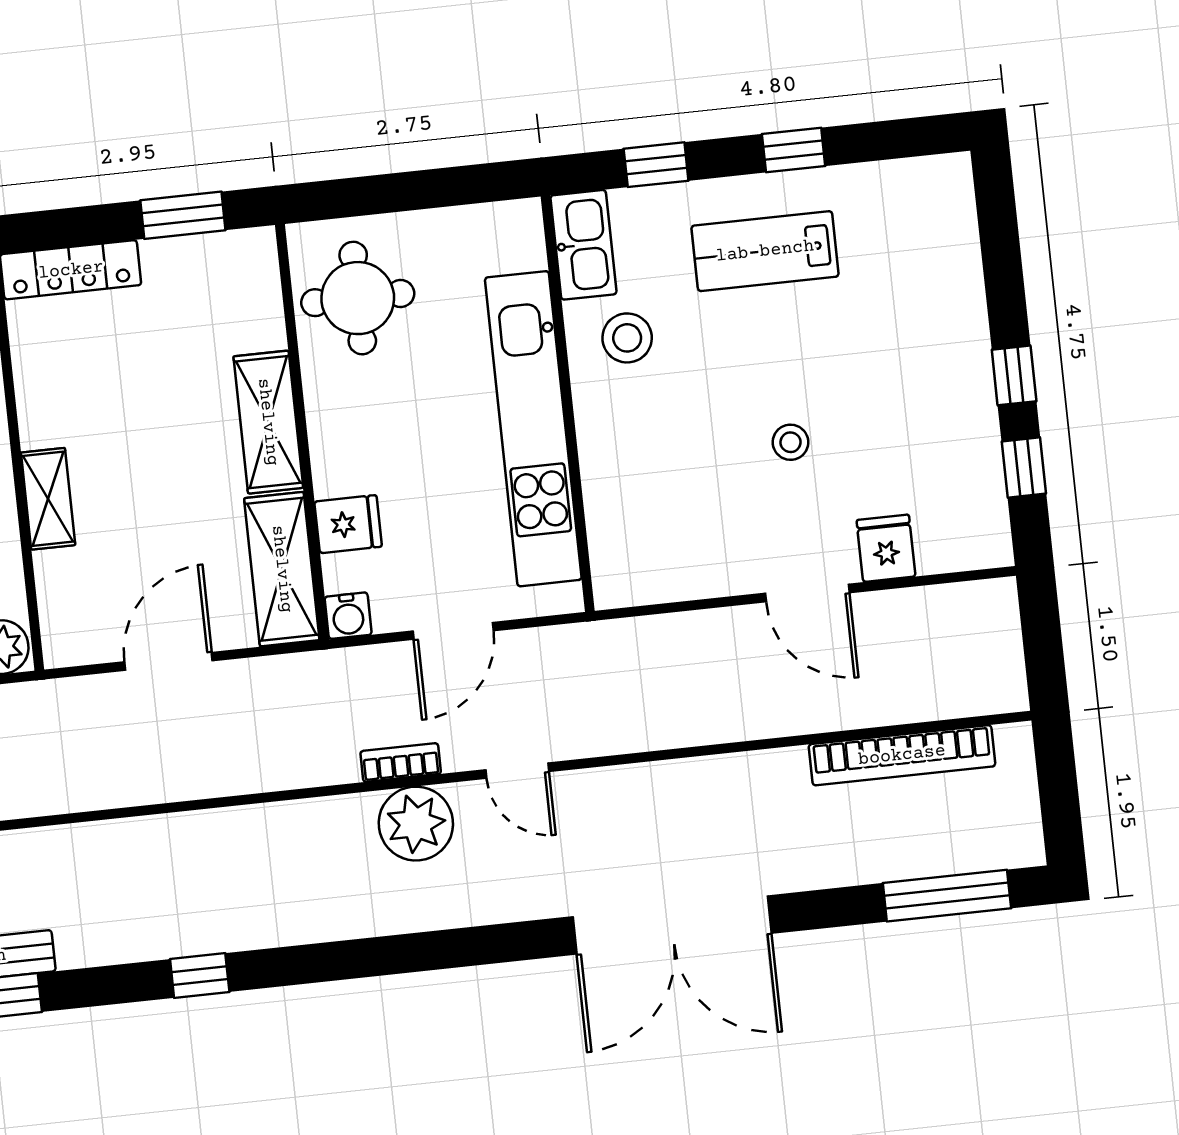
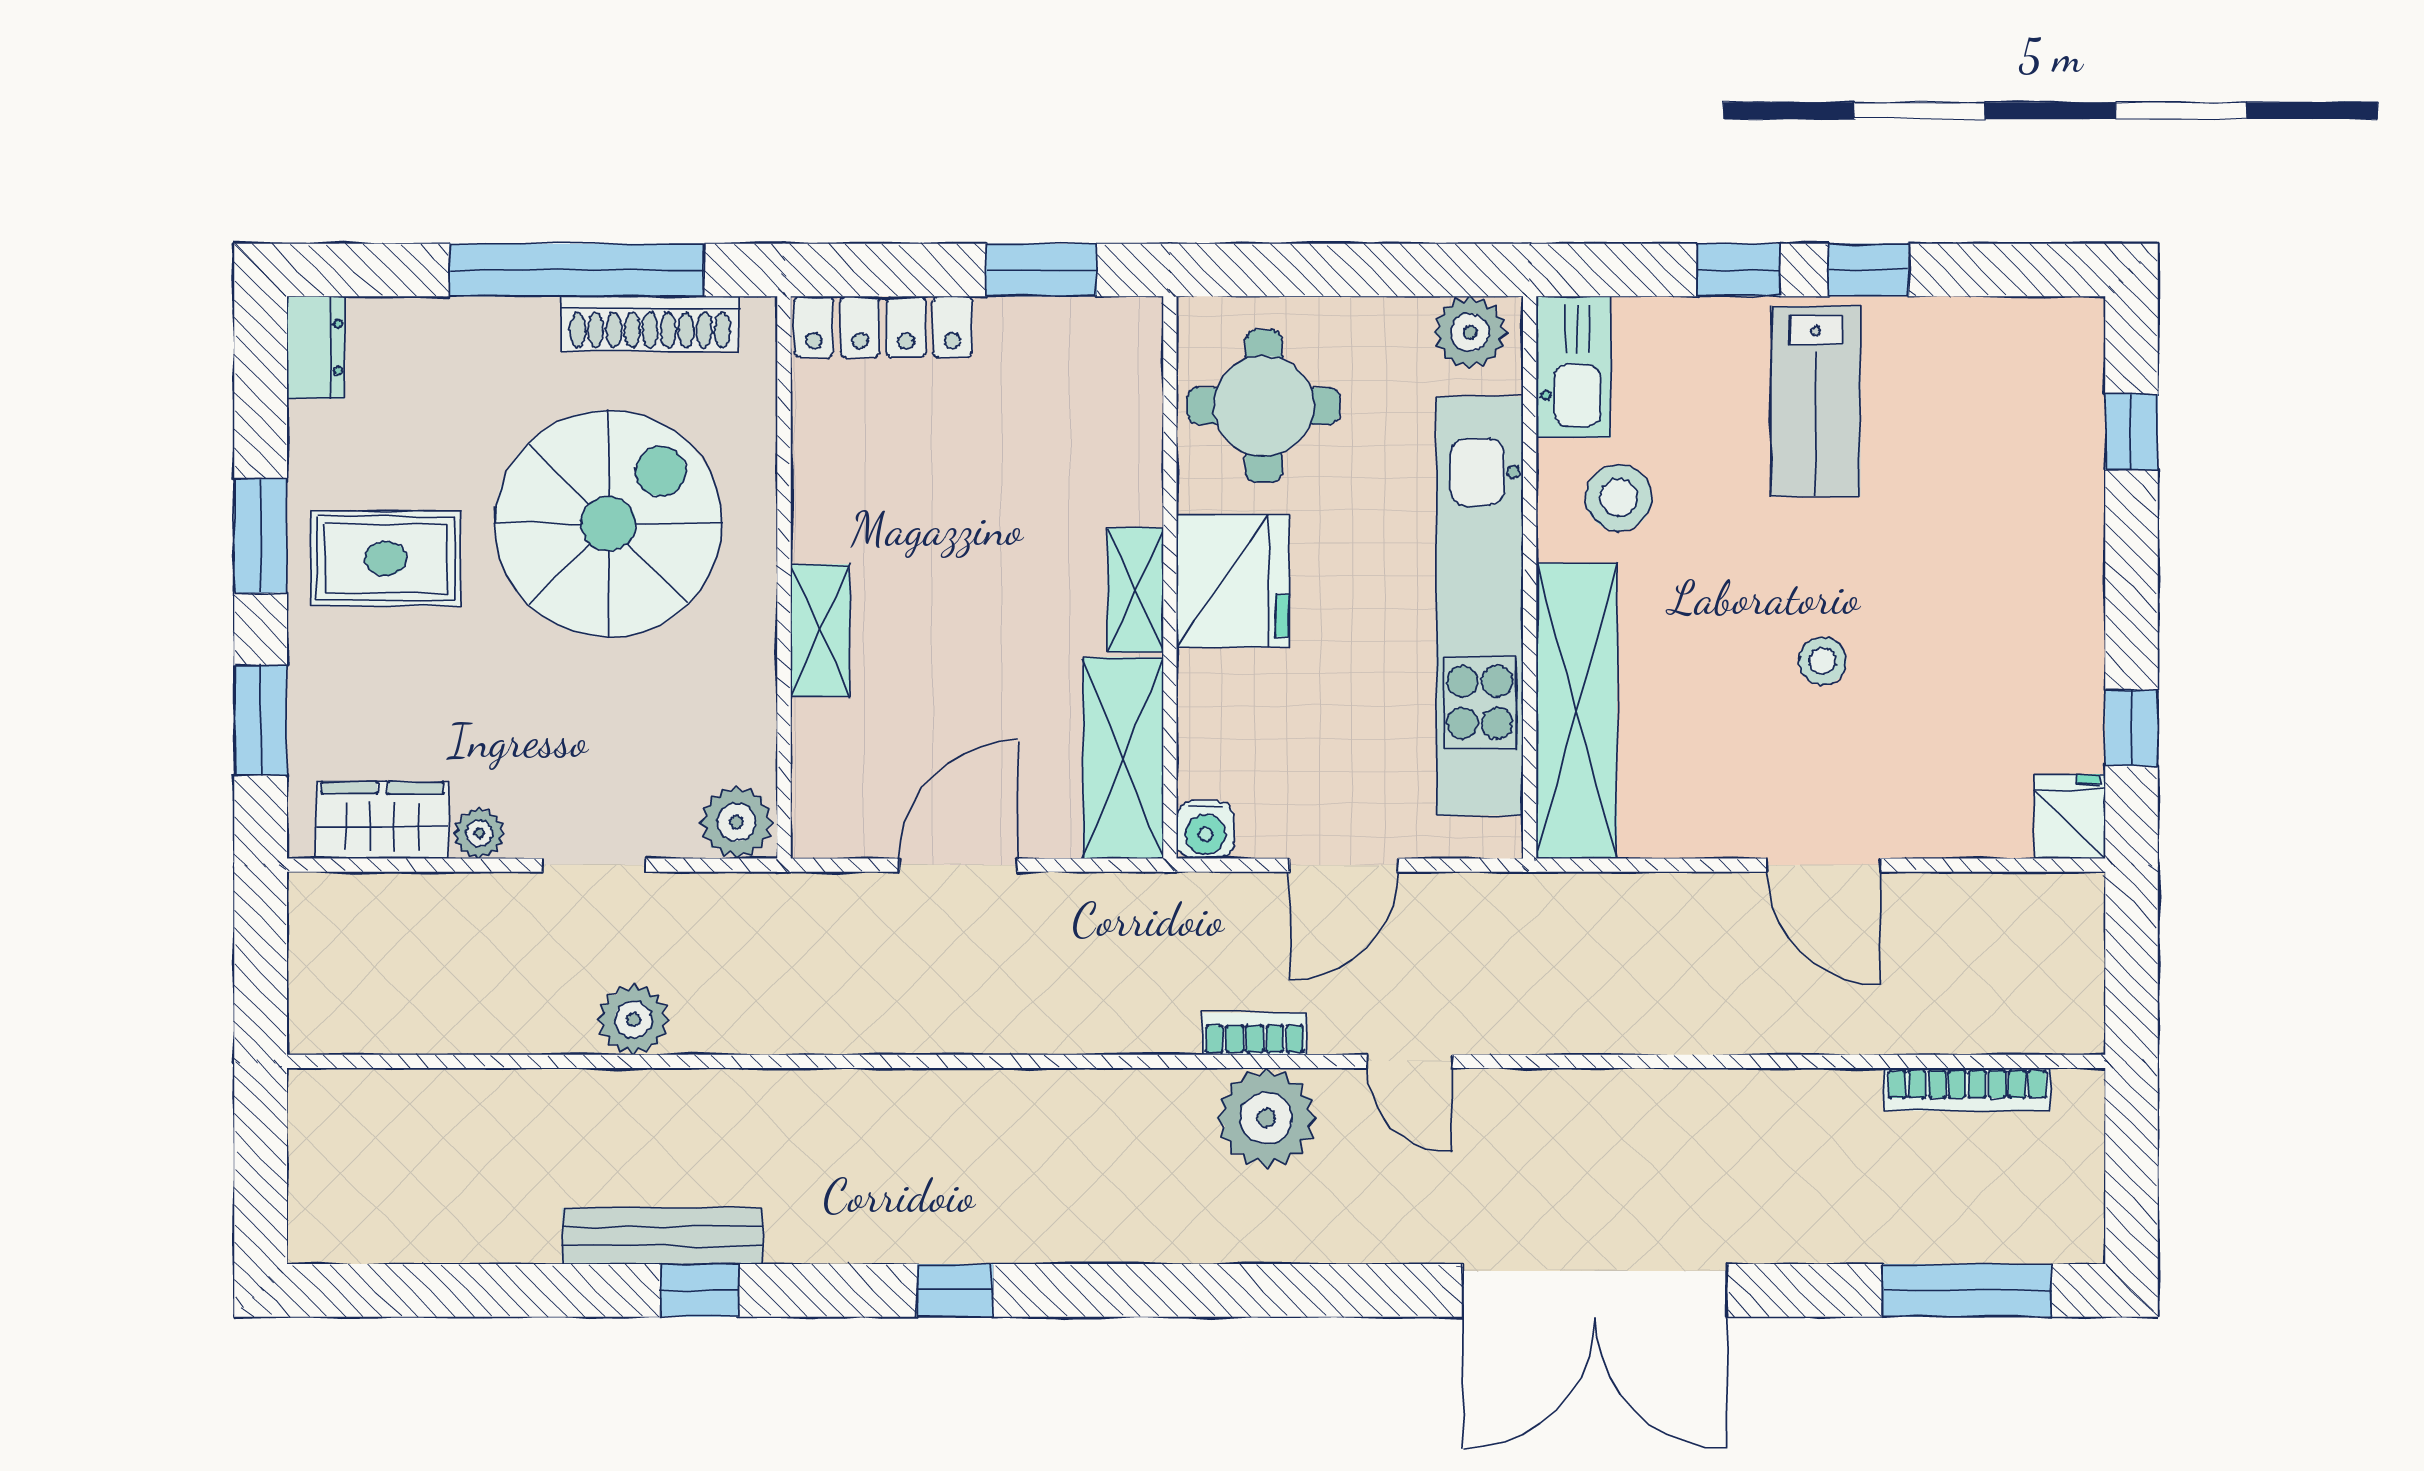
window: (656, 165) -> (1739, 270), moved
plant: (504, 228) -> (1470, 332), added
lab bench: (765, 251) -> (1816, 401), turned -90
window: (1014, 375) -> (2132, 432), moved
shelving: (268, 422) -> (1135, 590), width x0.67, depth x0.75
shelving: (613, 499) -> (1577, 711), added
fridge: (348, 524) -> (1233, 581), moved, width x1.88, depth x1.34
fridge: (886, 548) -> (2070, 816), moved
bookcase: (902, 755) -> (1967, 1089), width x0.68, depth x0.76

